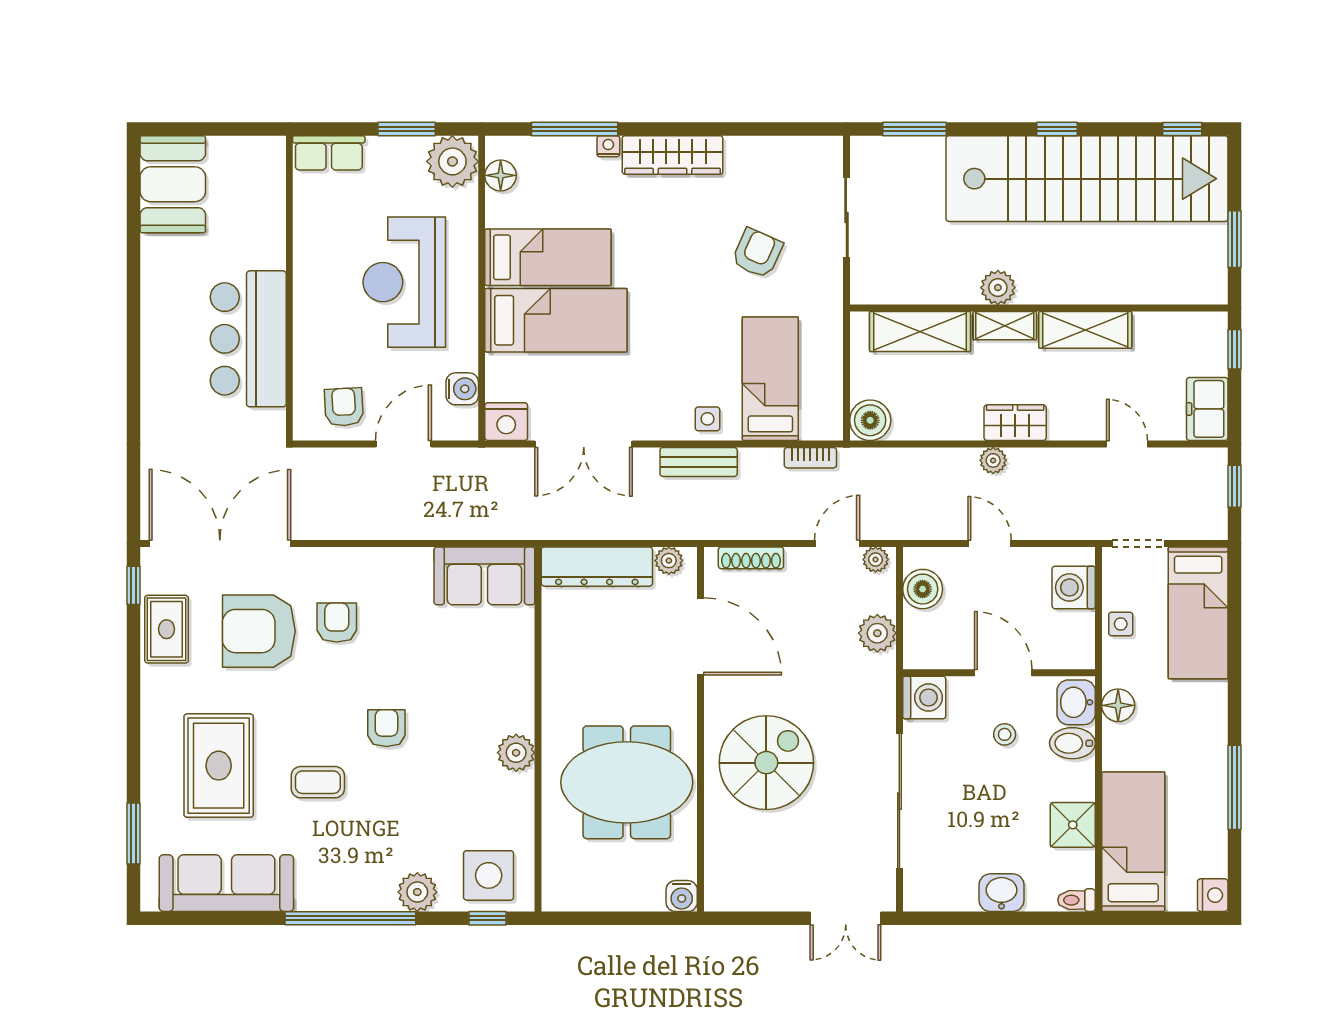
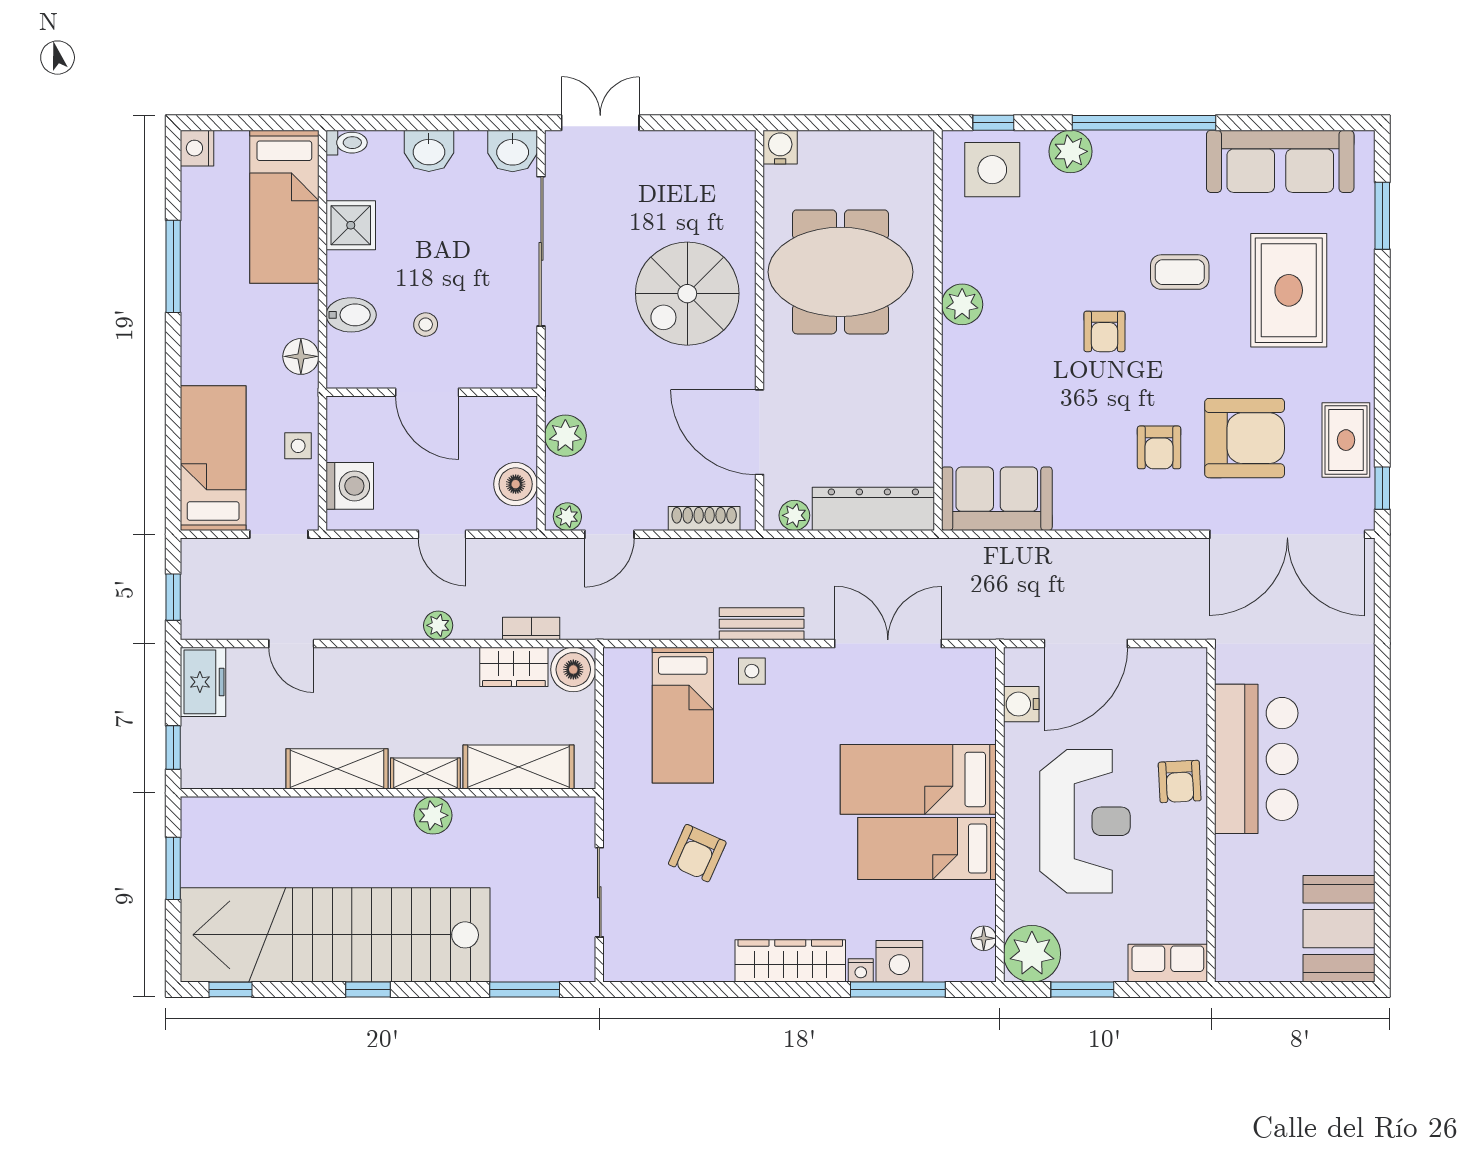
floor lamp: (501, 175) -> (984, 938), width x0.73, depth x0.73
armchair: (344, 407) -> (1180, 781), moved
nightstand: (506, 422) -> (899, 961), moved, turned 180
wardrobe: (1015, 423) -> (514, 667), moved
door: (403, 444) -> (1086, 644), width x1.36
bookcase: (810, 458) -> (531, 628), moved
washing machine: (924, 698) -> (514, 365), removed
washbasin: (1076, 702) -> (513, 151), moved, turned 90

